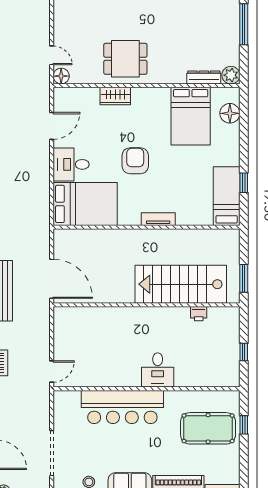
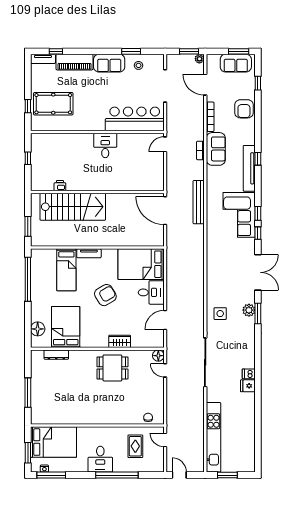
plant: (231, 75) -> (37, 356), removed
armchair: (135, 161) -> (105, 295), turned -121
window: (244, 183) -> (28, 279), width x3.17
bed: (227, 196) -> (66, 270), moved
window: (244, 278) -> (28, 226), moved
desk: (158, 370) -> (105, 145), moved
bar counter: (122, 407) -> (135, 119), moved

